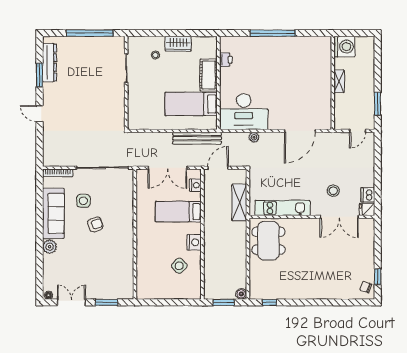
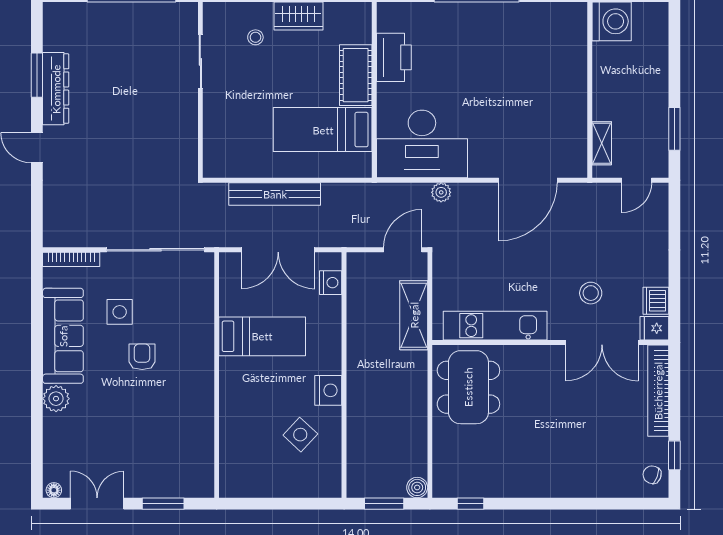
printer: (226, 60) -> (394, 57), width x1.87, depth x1.48
dresser: (49, 63) -> (56, 89), moved
shelving: (339, 81) -> (602, 143), moved
bench: (197, 138) -> (275, 194), moved
door: (218, 168) -> (403, 250), moved
bed: (178, 212) -> (262, 336), moved, turned 180
armchair: (95, 225) -> (142, 357), turned -71
bookcase: (369, 242) -> (658, 391), added

